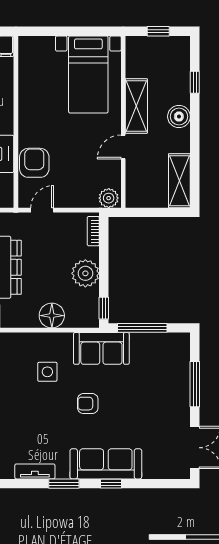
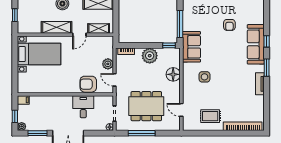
door: (123, 147) -> (79, 35), hinge flipped
shelving: (134, 182) -> (99, 29), added
plant: (109, 198) -> (108, 64), moved
armchair: (88, 404) -> (229, 25), moved

